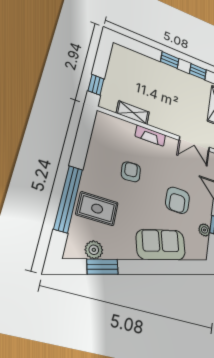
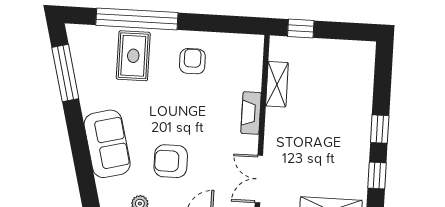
armchair: (131, 172) -> (192, 61), moved, turned -86
plant: (94, 250) -> (83, 59), removed
window: (103, 267) -> (65, 73), width x1.44

